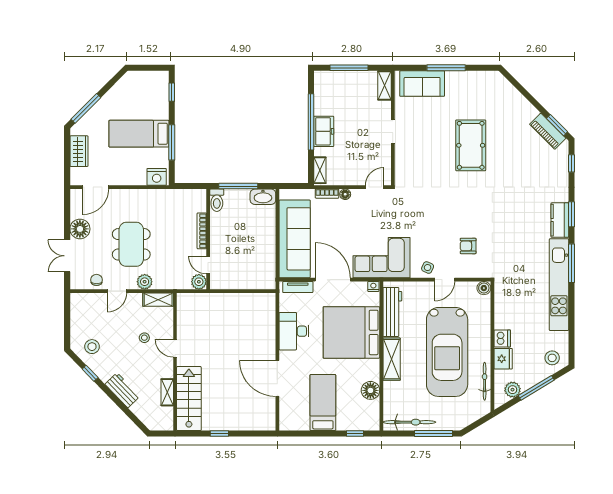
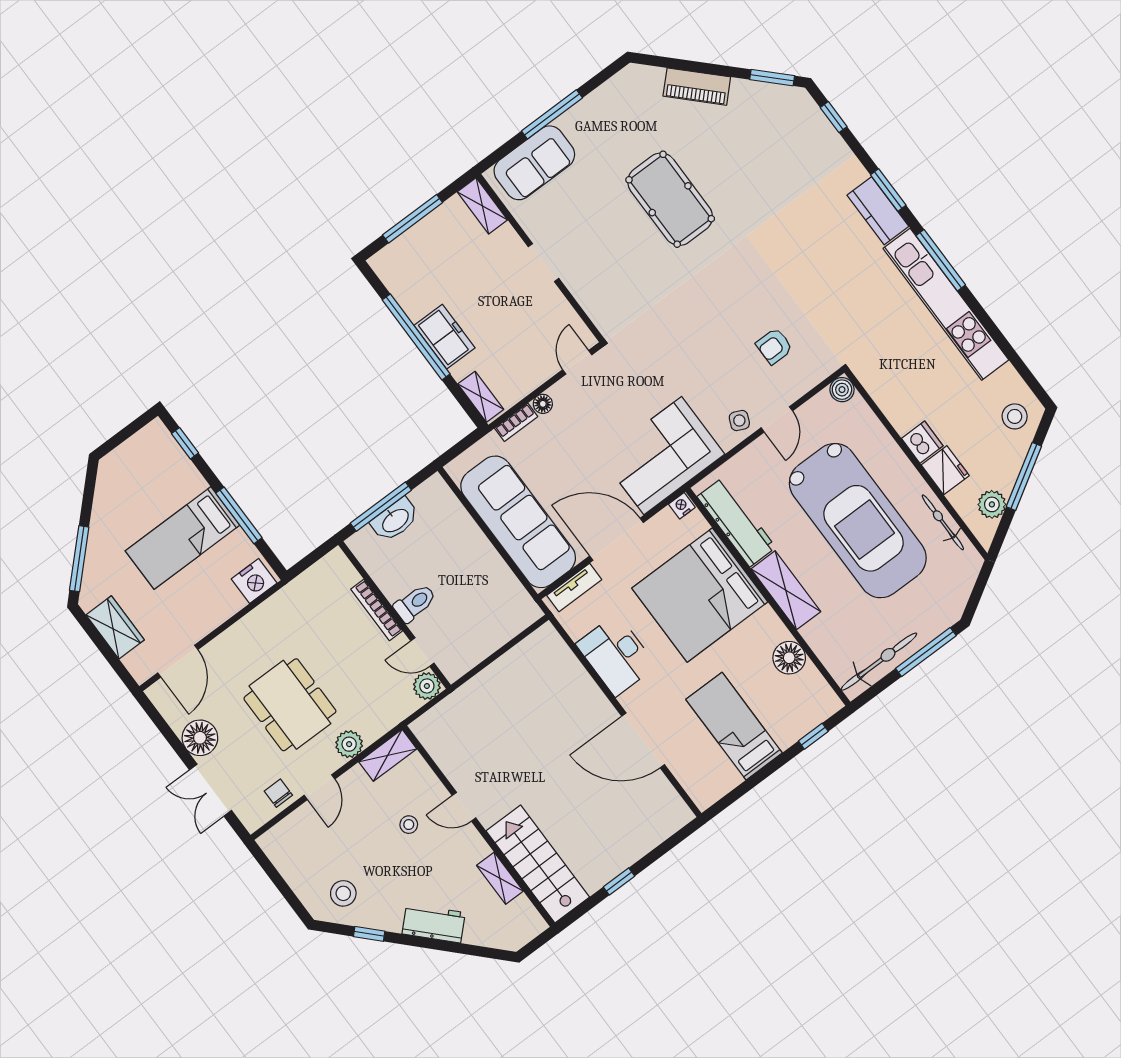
piano: (548, 131) -> (697, 87), moved
washbasin: (263, 197) -> (395, 520), moved
toilet: (217, 200) -> (415, 603), moved, turned -90

